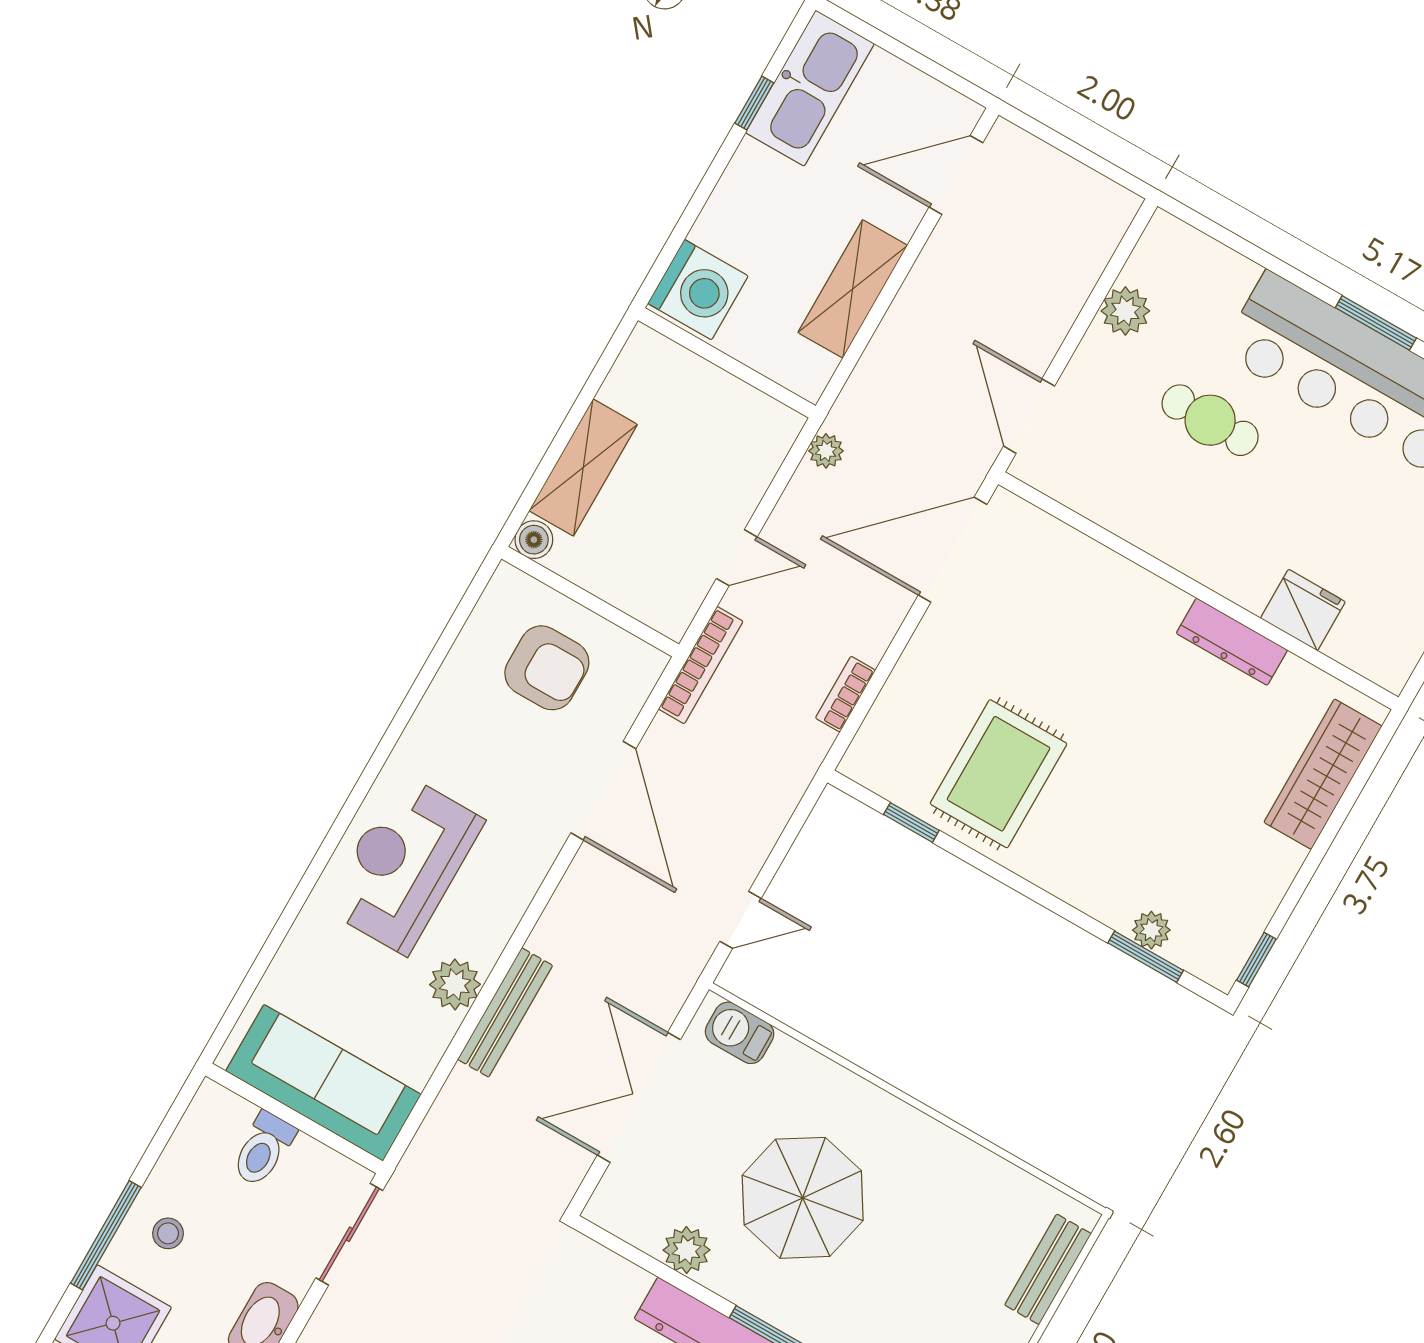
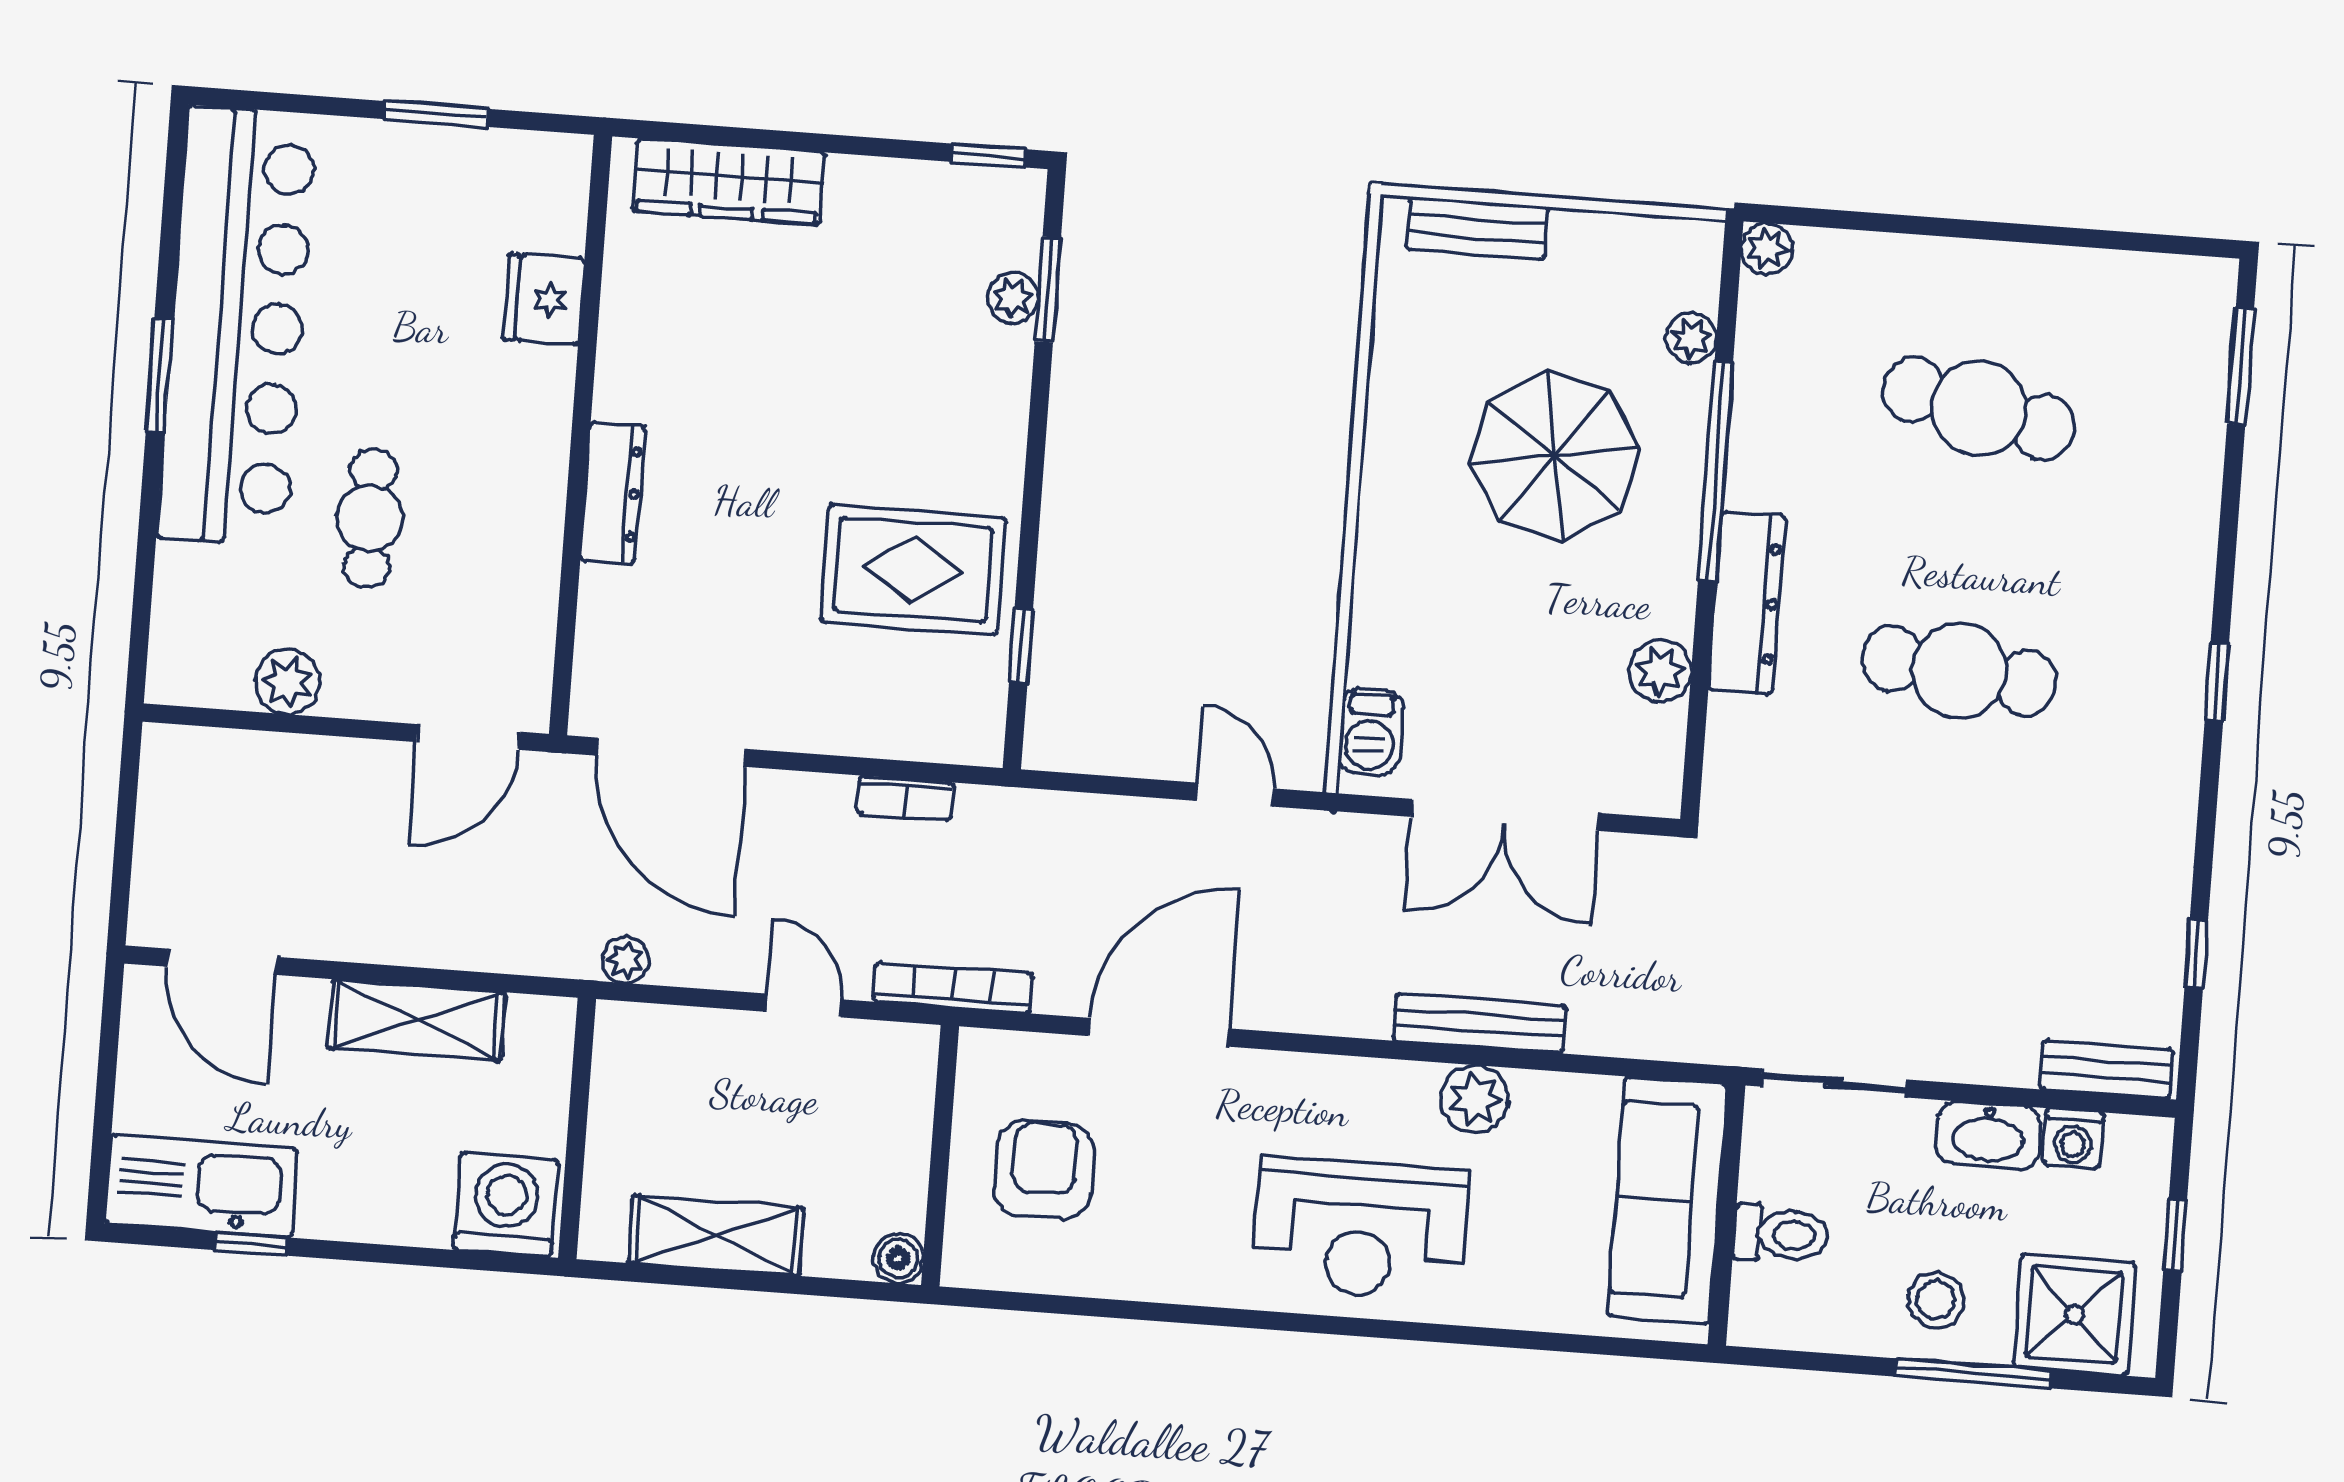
shelving: (583, 468) -> (716, 1235), moved
dresser: (1232, 642) -> (613, 493), moved
parasol: (803, 1198) -> (1554, 456), moved
stool: (168, 1233) -> (1936, 1300), width x1.37, depth x1.37

